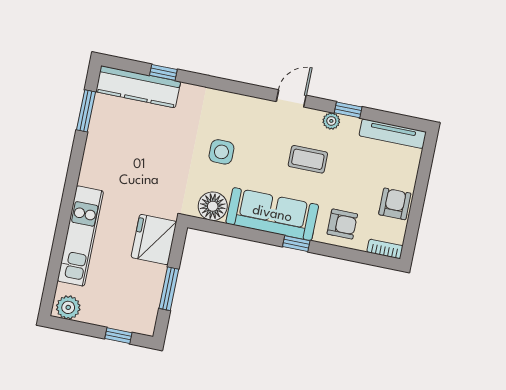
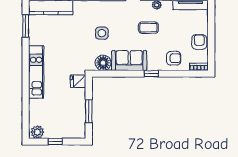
sofa: (272, 214) -> (129, 61), width x0.73
kitchen unit: (80, 236) -> (36, 72), moved
fridge: (154, 240) -> (78, 81), width x0.53, depth x0.75
window: (118, 336) -> (55, 142), moved

